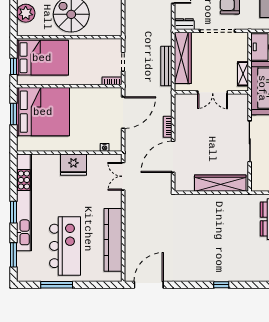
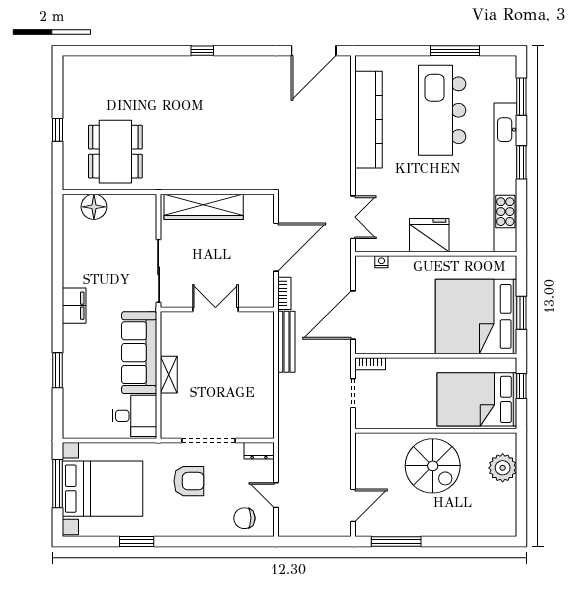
wardrobe: (183, 58) -> (261, 399), removed
bench: (166, 66) -> (286, 342), moved
wall: (211, 92) -> (217, 310), moved
double door: (213, 92) -> (215, 310), moved

